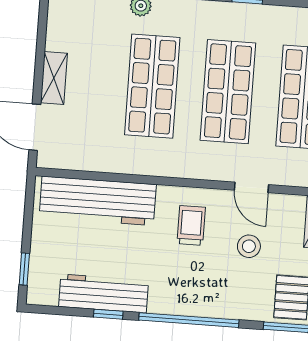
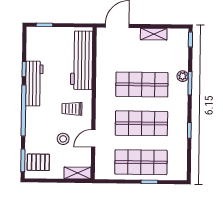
shelving: (54, 78) -> (154, 34), moved
trolley: (191, 225) -> (72, 109), turned 180
workbench: (104, 293) -> (34, 84), moved

